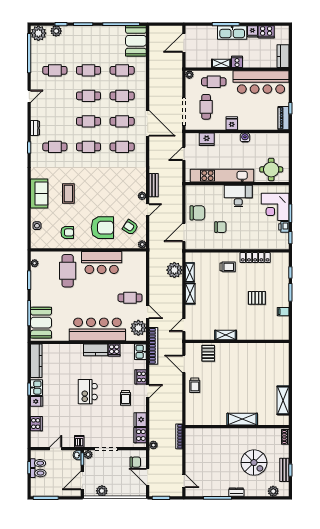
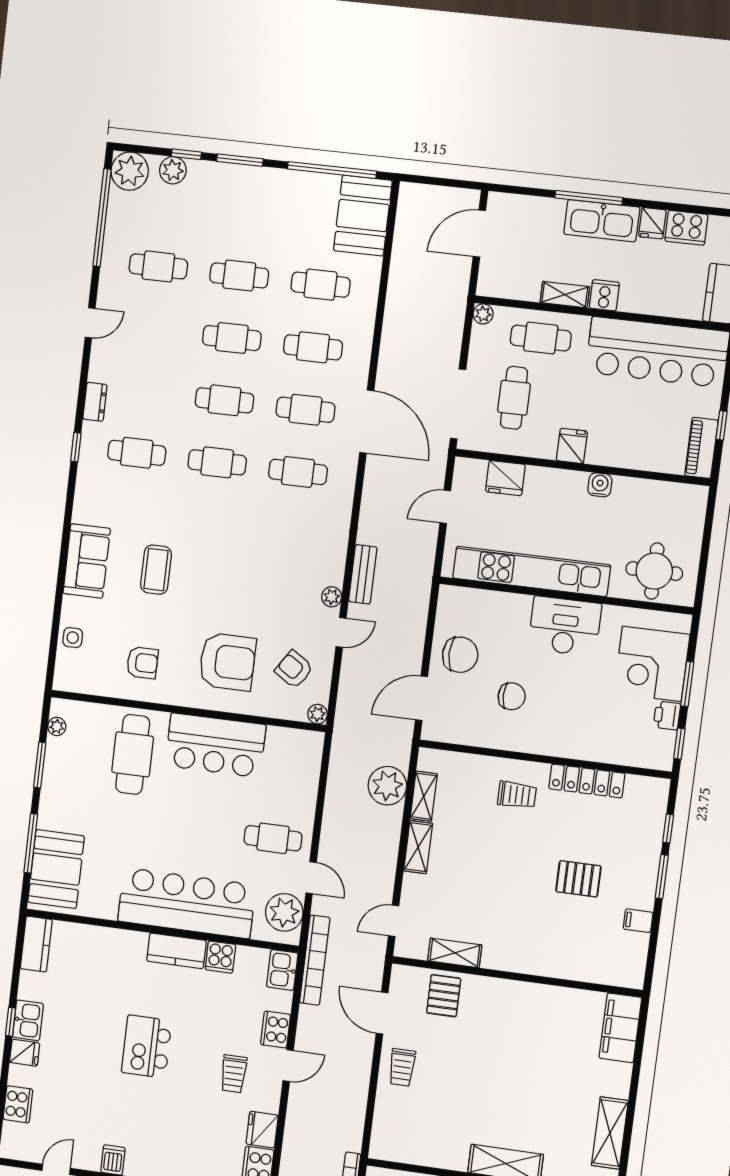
shelving: (226, 335) -> (455, 953), moved
filing cabinet: (282, 356) -> (620, 1028), added
kitchen counter: (36, 361) -> (36, 944), width x0.67

